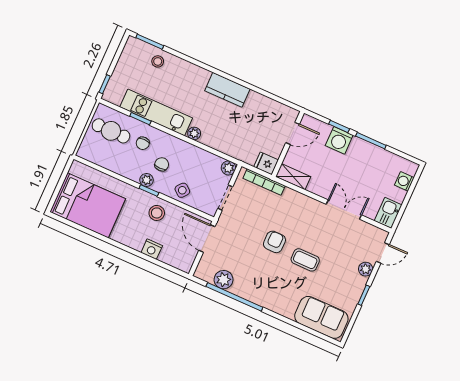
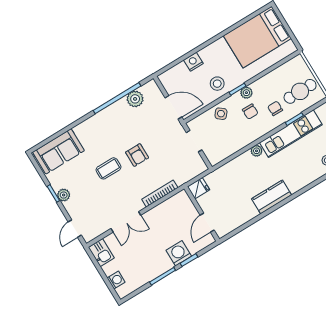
plant: (228, 168) -> (214, 159), removed
shelving: (293, 177) -> (175, 201), removed
bookcase: (264, 182) -> (160, 193), moved
plant: (366, 269) -> (64, 195), moved

